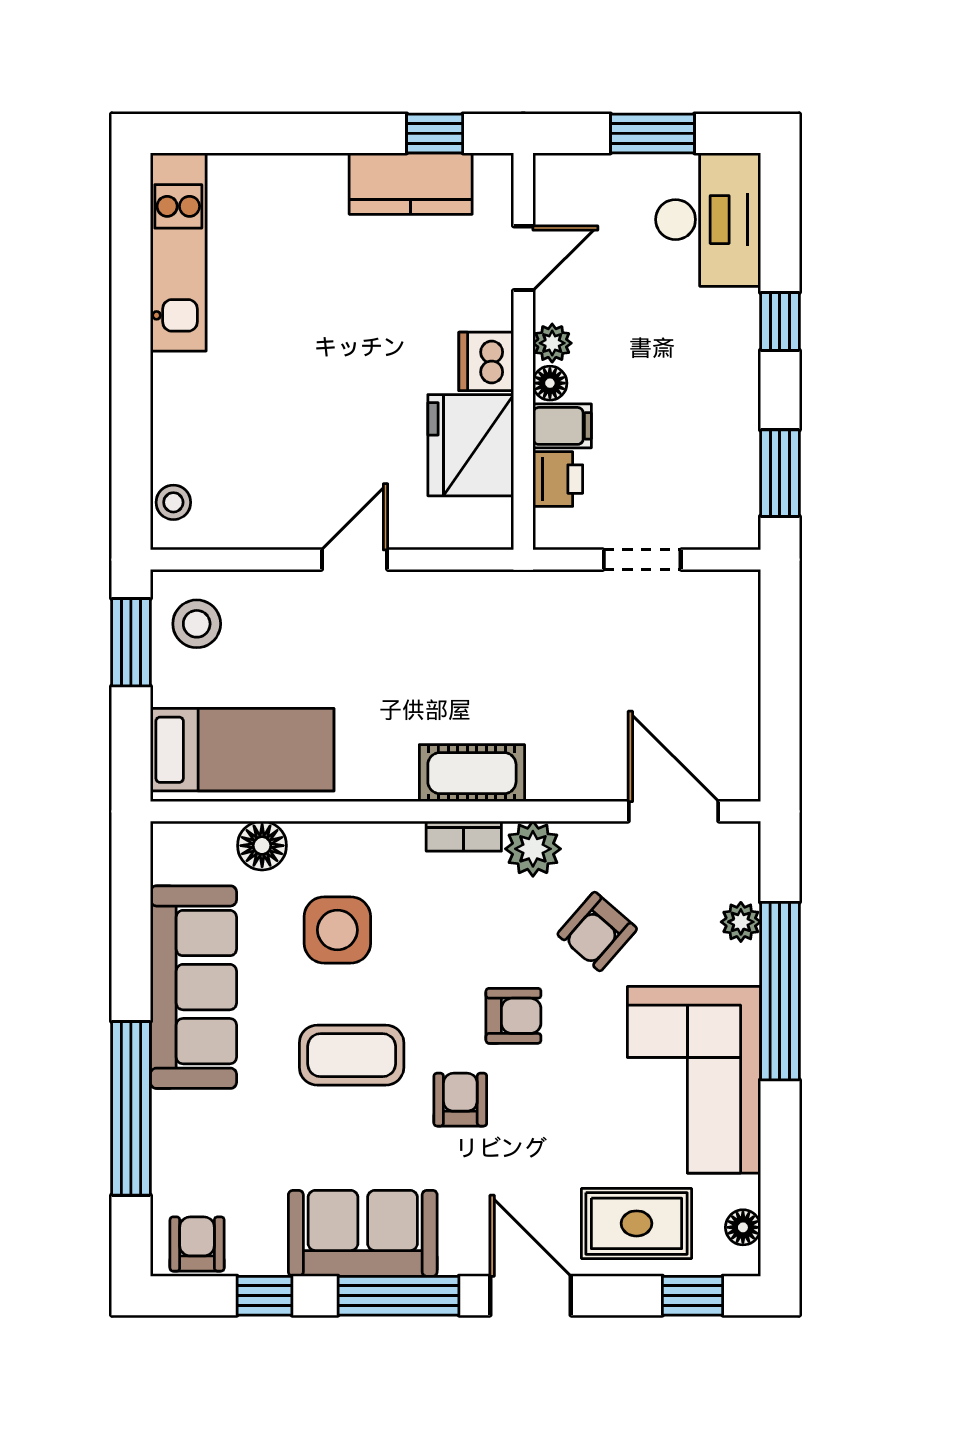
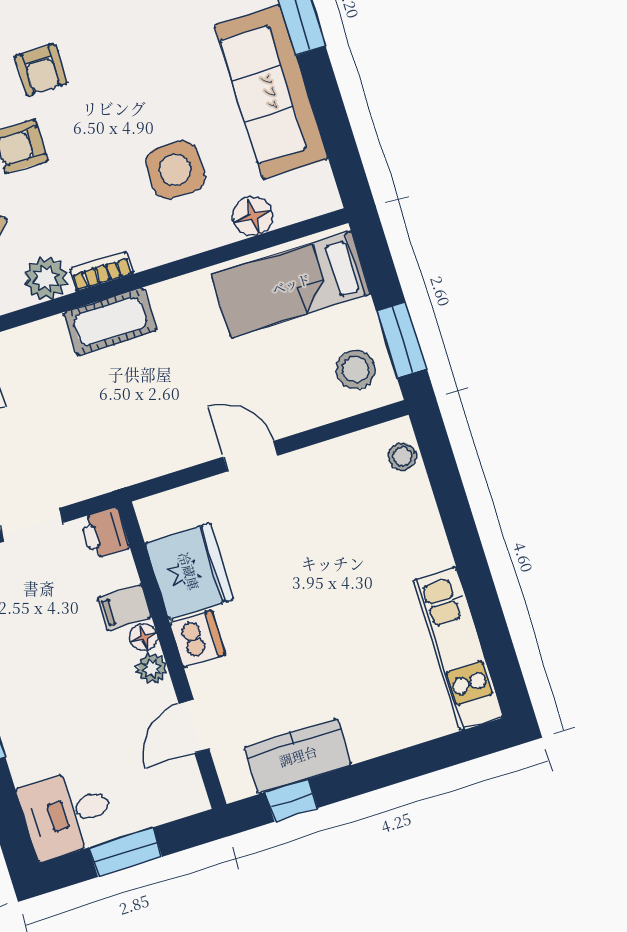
desk: (708, 220) -> (67, 814), width x0.73
printer: (558, 479) -> (105, 533), moved
door: (355, 560) -> (251, 456), swing flipped
coffee table: (352, 1055) -> (135, 78), removed

